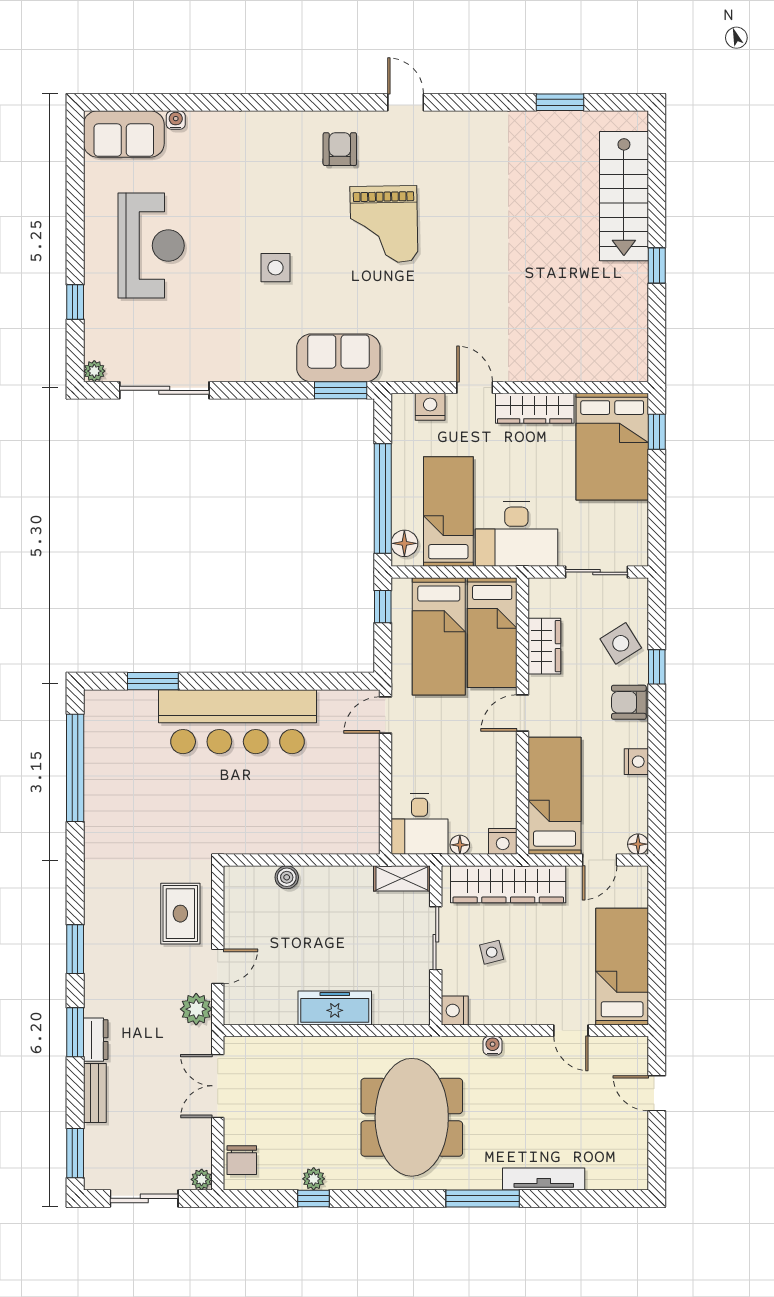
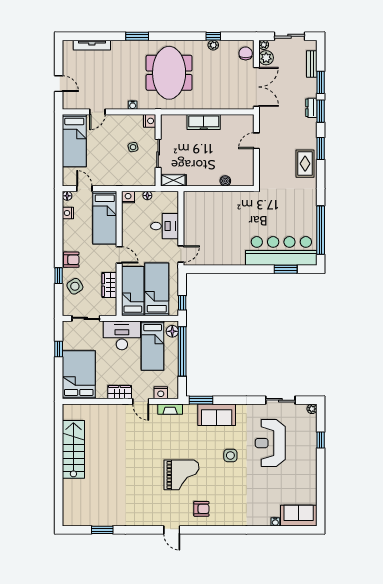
armchair: (340, 149) -> (201, 509), turned -90
stairs: (624, 196) -> (73, 449), moved
grand piano: (384, 224) -> (182, 475), turned 91
reception desk: (151, 246) -> (270, 443), moved
window: (657, 266) -> (59, 456), removed
sofa: (338, 358) -> (217, 415), moved
fireplace: (409, 370) -> (170, 409), added
sliding door: (164, 390) -> (280, 400), width x0.73
wardrobe: (535, 408) -> (120, 392), width x0.67
window: (657, 432) -> (59, 349), moved
door: (523, 713) -> (119, 255), hinge flipped
bar counter: (238, 722) -> (281, 251), moved
nightstand: (636, 762) -> (68, 213), moved
desk: (419, 824) -> (165, 226), moved, turned 90
door: (600, 860) -> (84, 189), hinge flipped
wardrobe: (508, 884) -> (126, 178), removed
rug: (180, 914) -> (305, 164), moved
plant: (196, 1009) -> (266, 58), moved
door: (571, 1031) -> (97, 112), swing flipped
double door: (218, 1086) -> (256, 87), width x1.37
bench: (95, 1093) -> (312, 64), moved
window: (75, 1153) -> (321, 82), moved
tv unit: (544, 1179) -> (92, 45), moved
window: (483, 1198) -> (137, 36), width x0.69

